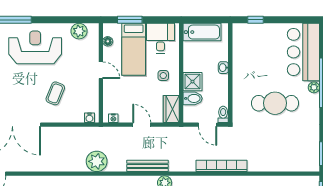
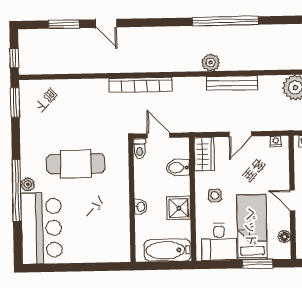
window: (255, 20) -> (102, 267), removed
shower: (193, 82) -> (179, 208), moved
door: (142, 125) -> (240, 134), hinge flipped

